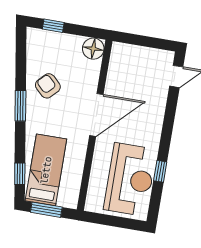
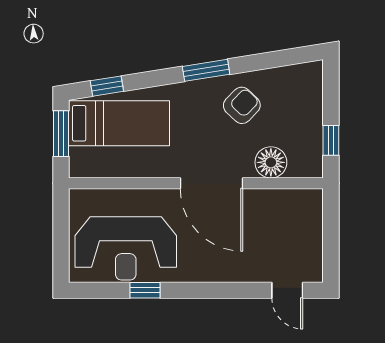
window: (53, 26) -> (331, 140), moved
floor lamp: (93, 49) -> (271, 162), moved

